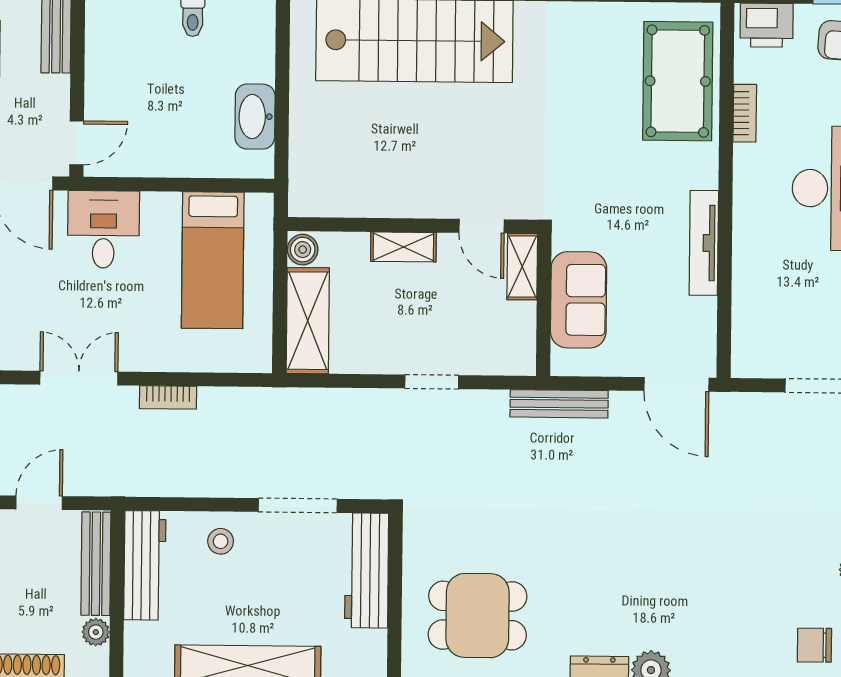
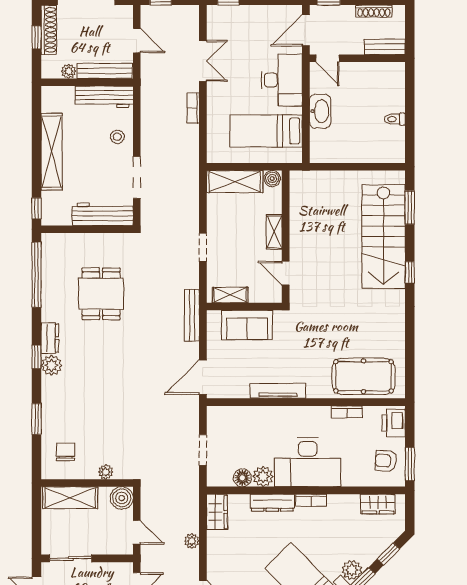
washbasin: (255, 117) -> (320, 111), moved, turned 90
door: (482, 226) -> (286, 273), hinge flipped
desk: (103, 229) -> (282, 80), width x1.37
shelving: (522, 267) -> (230, 295), moved
dining table: (478, 616) -> (101, 294), moved

